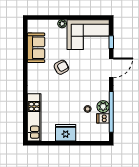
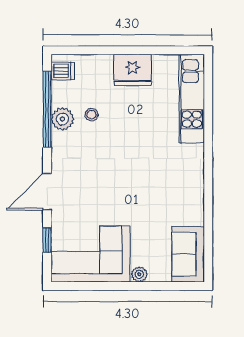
sofa: (36, 48) -> (188, 254), moved
armchair: (61, 67) -> (141, 193), removed
dishwasher: (103, 118) -> (63, 71), moved

